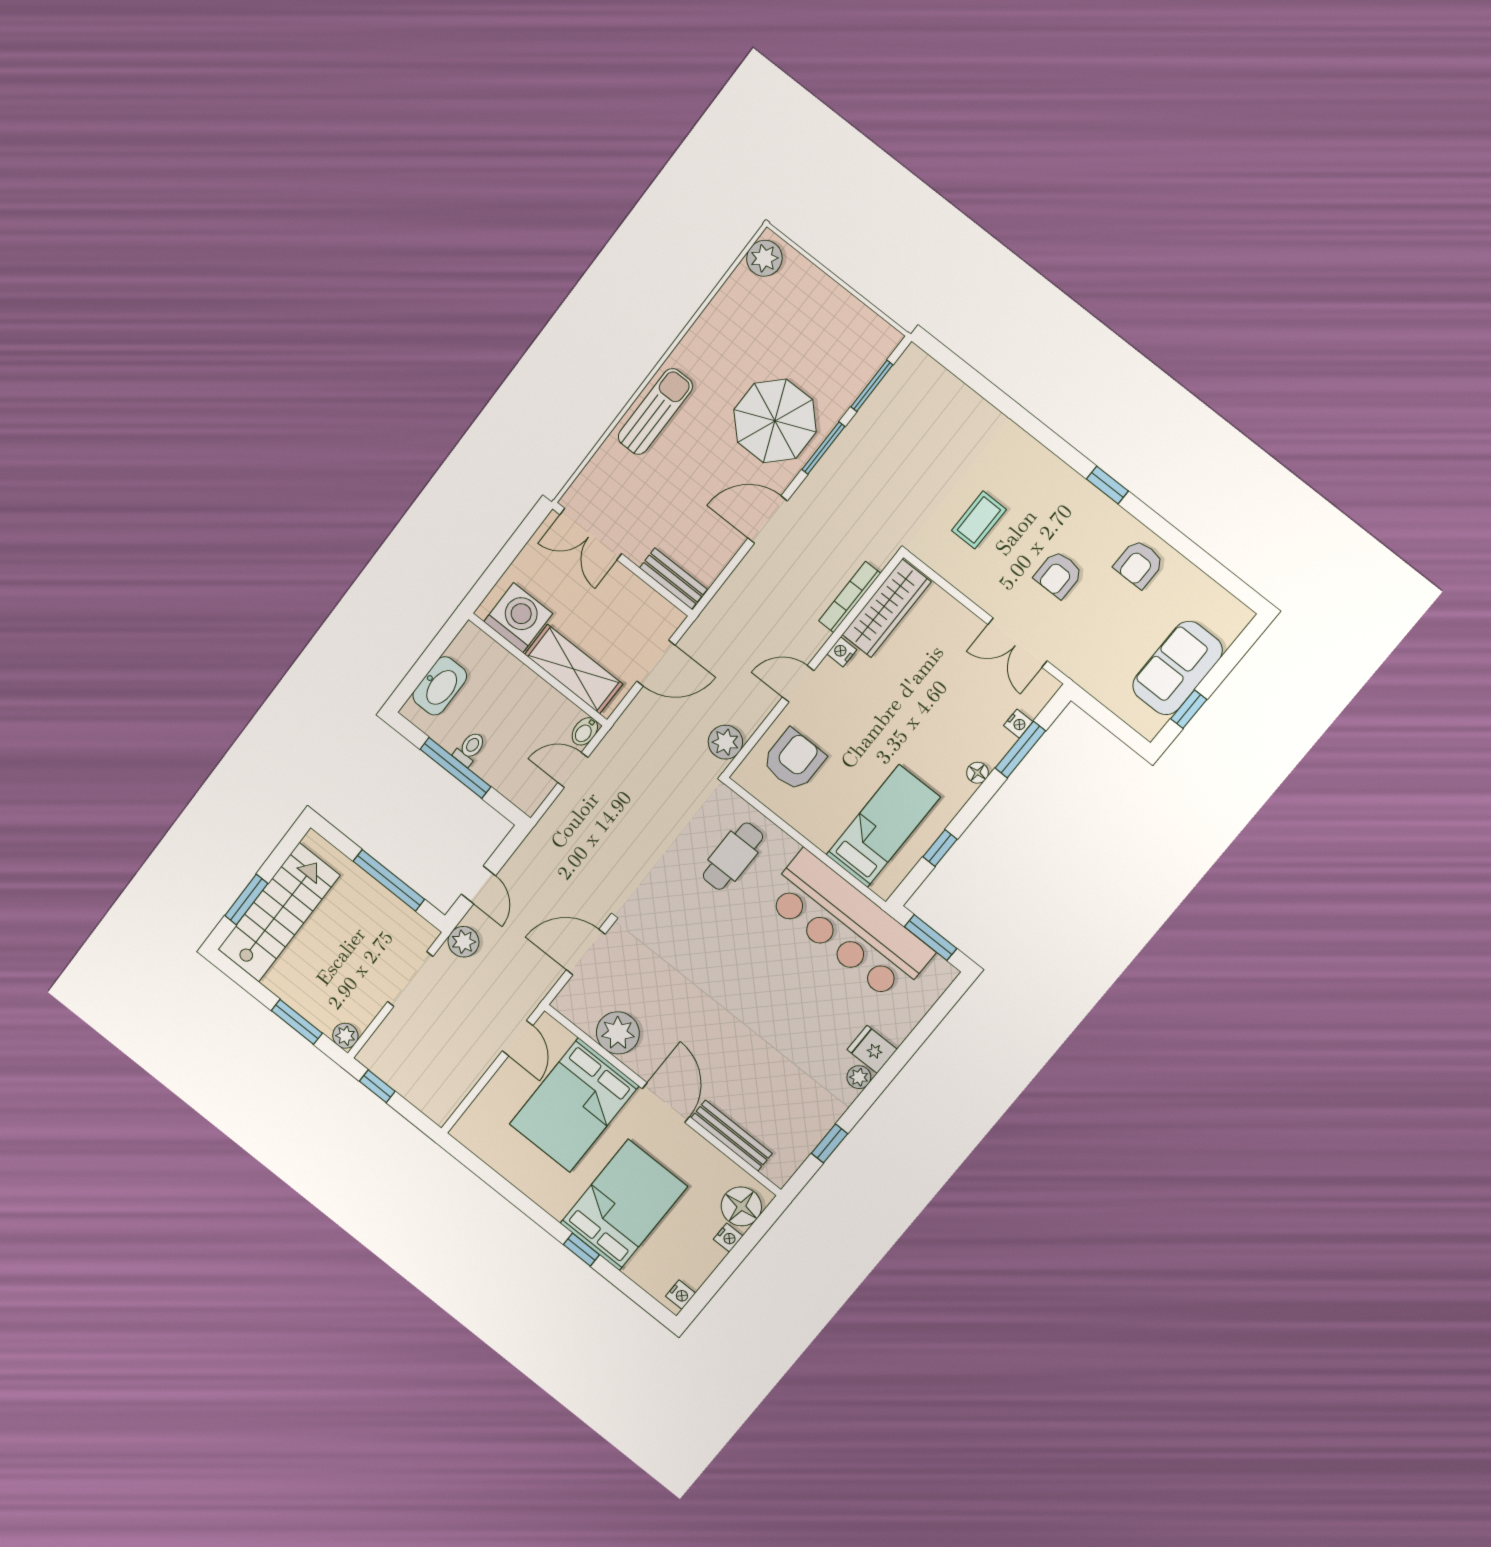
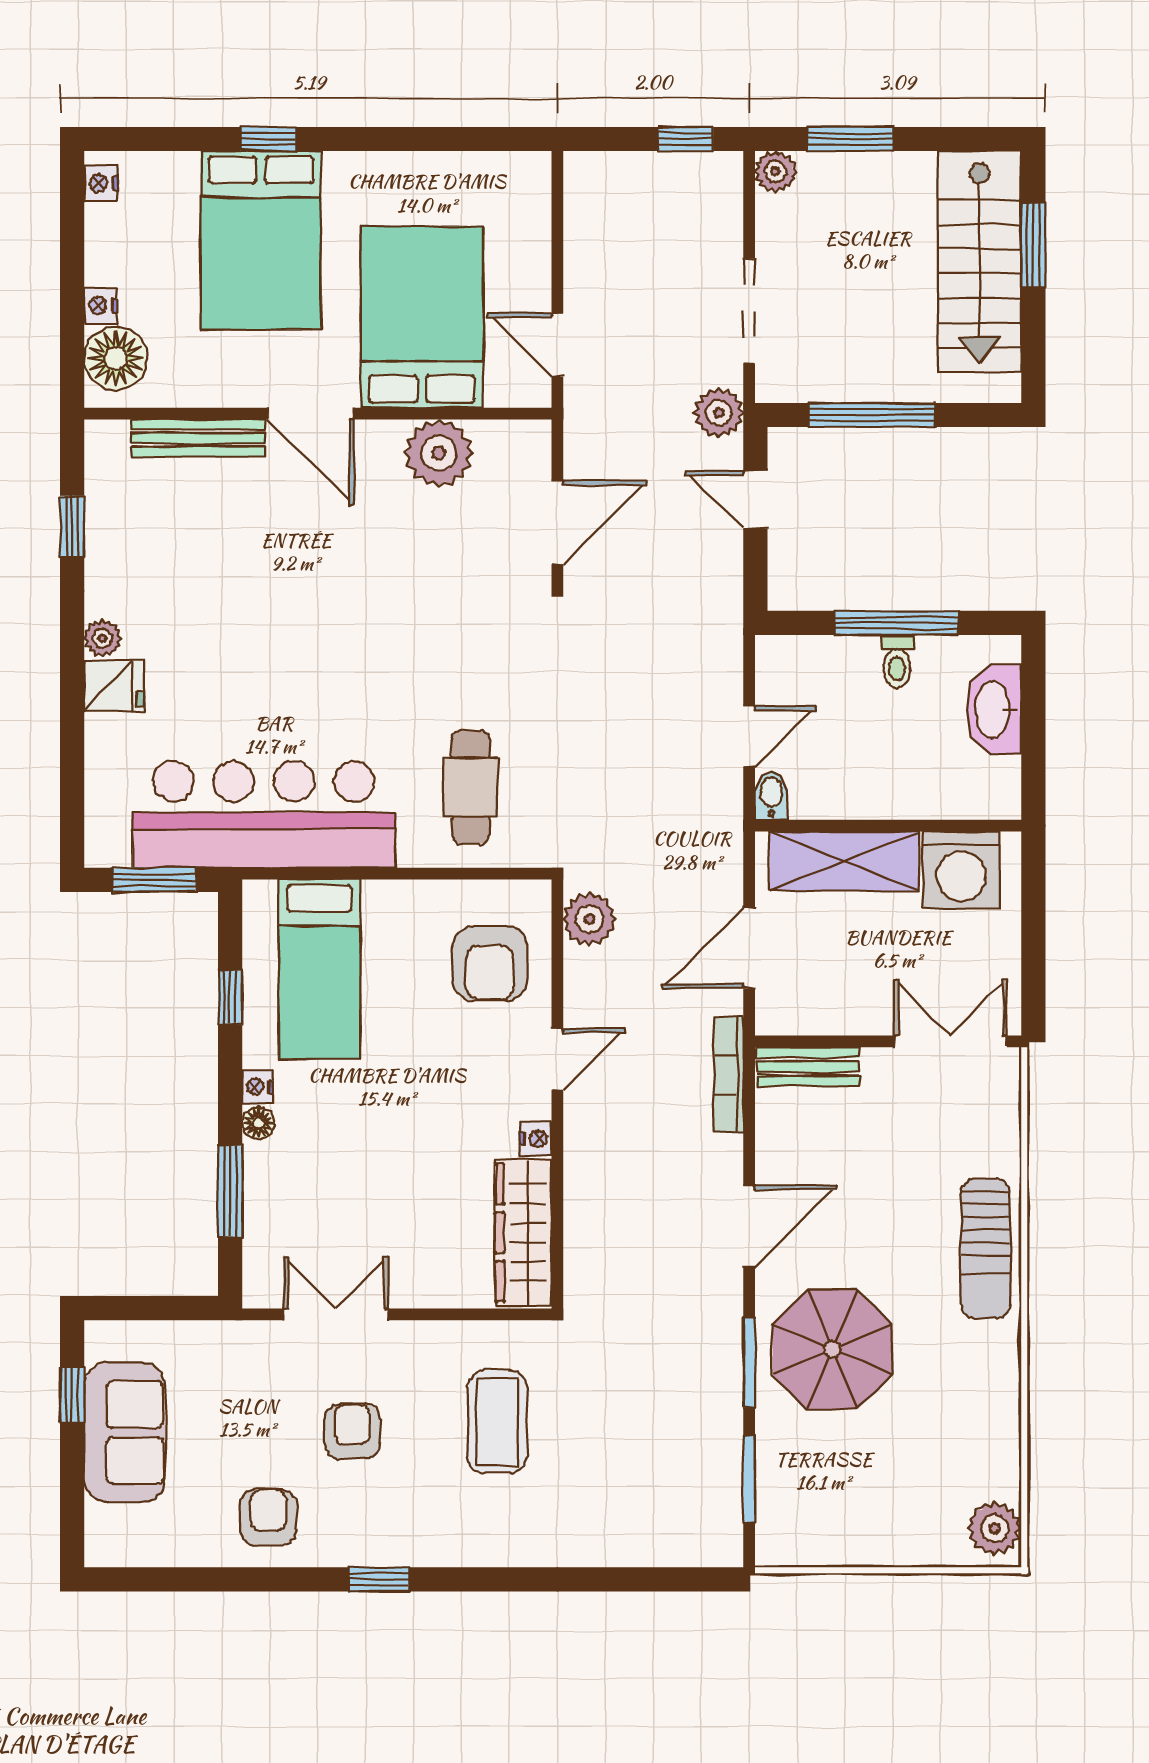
coffee table: (979, 520) -> (497, 1422), width x1.36, depth x1.30
bookcase: (850, 597) -> (729, 1075), moved, turned 180
nightstand: (1018, 724) -> (258, 1087), moved

